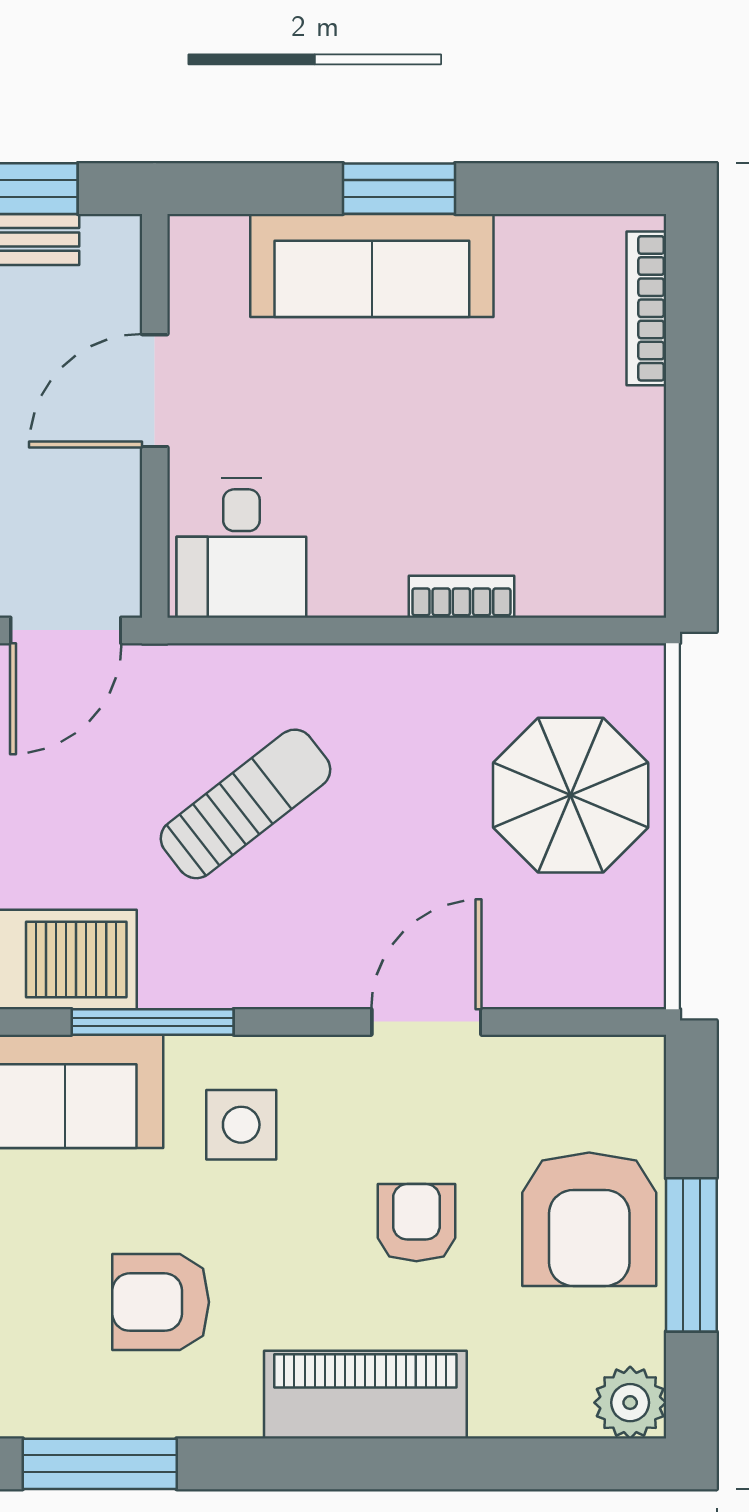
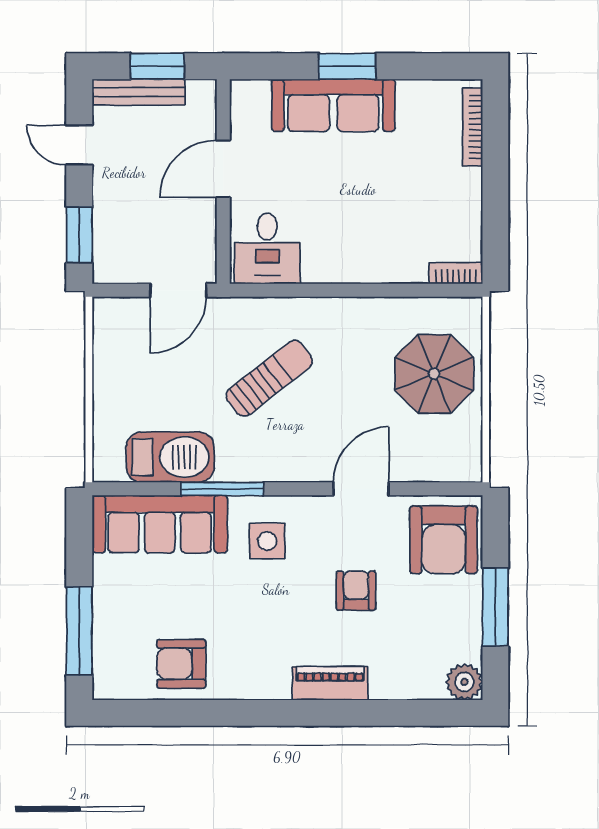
bookcase: (461, 597) -> (456, 273), moved
armchair: (589, 1219) -> (444, 540), moved
armchair: (161, 1302) -> (181, 664), moved
piano: (365, 1395) -> (330, 683), width x0.73, depth x0.75
window: (100, 1464) -> (195, 713), removed

